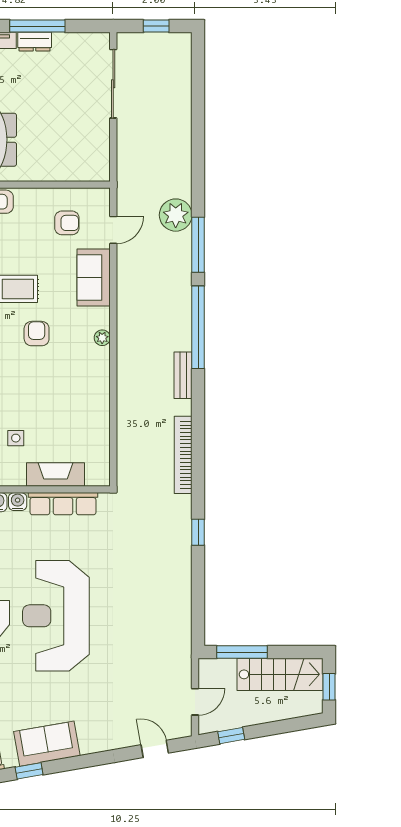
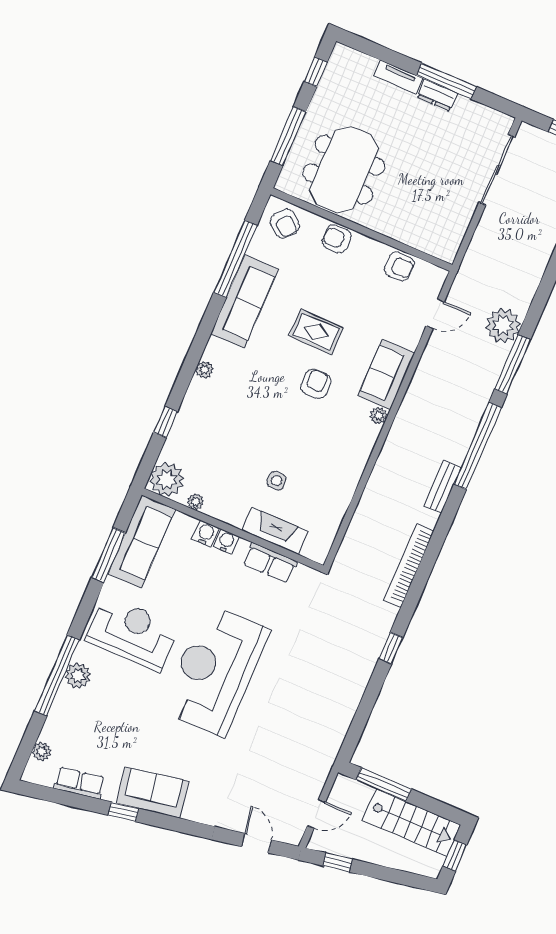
armchair: (67, 223) -> (399, 266), moved
sofa: (94, 278) -> (386, 374), moved
side table: (16, 438) -> (276, 481), moved
row of seats: (63, 504) -> (270, 563), width x0.68

